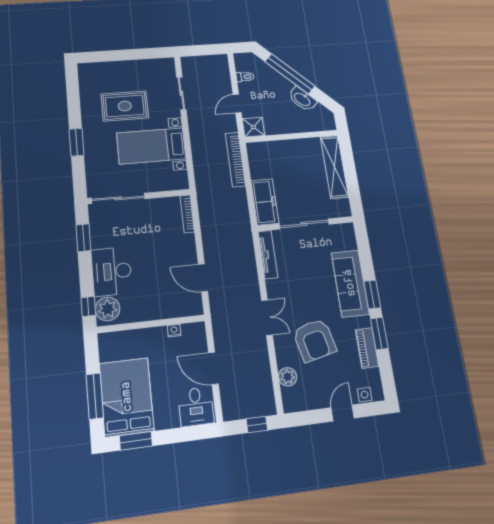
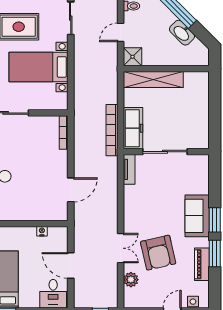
bookcase: (235, 160) -> (112, 130), moved
shelving: (334, 167) -> (153, 79), moved, turned 90
tv unit: (268, 254) -> (129, 169), width x0.71
door: (203, 278) -> (71, 190), swing flipped
sofa: (350, 283) -> (197, 216), width x0.73
double door: (267, 318) -> (121, 248), moved

